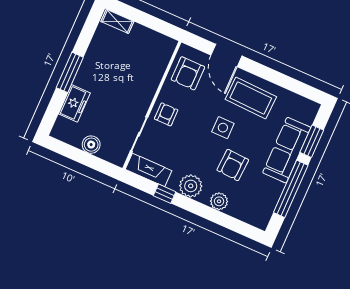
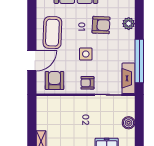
armchair: (188, 73) -> (54, 81), turned -90
side table: (223, 128) -> (86, 54), moved
plant: (191, 186) -> (127, 46), removed
window: (165, 194) -> (139, 61), width x3.17

